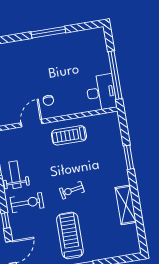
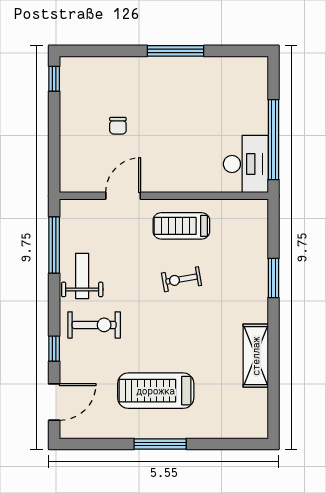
chair: (48, 100) -> (118, 126), moved
exercise bike: (72, 190) -> (182, 279), moved
treadmill: (70, 235) -> (156, 391), turned -90

